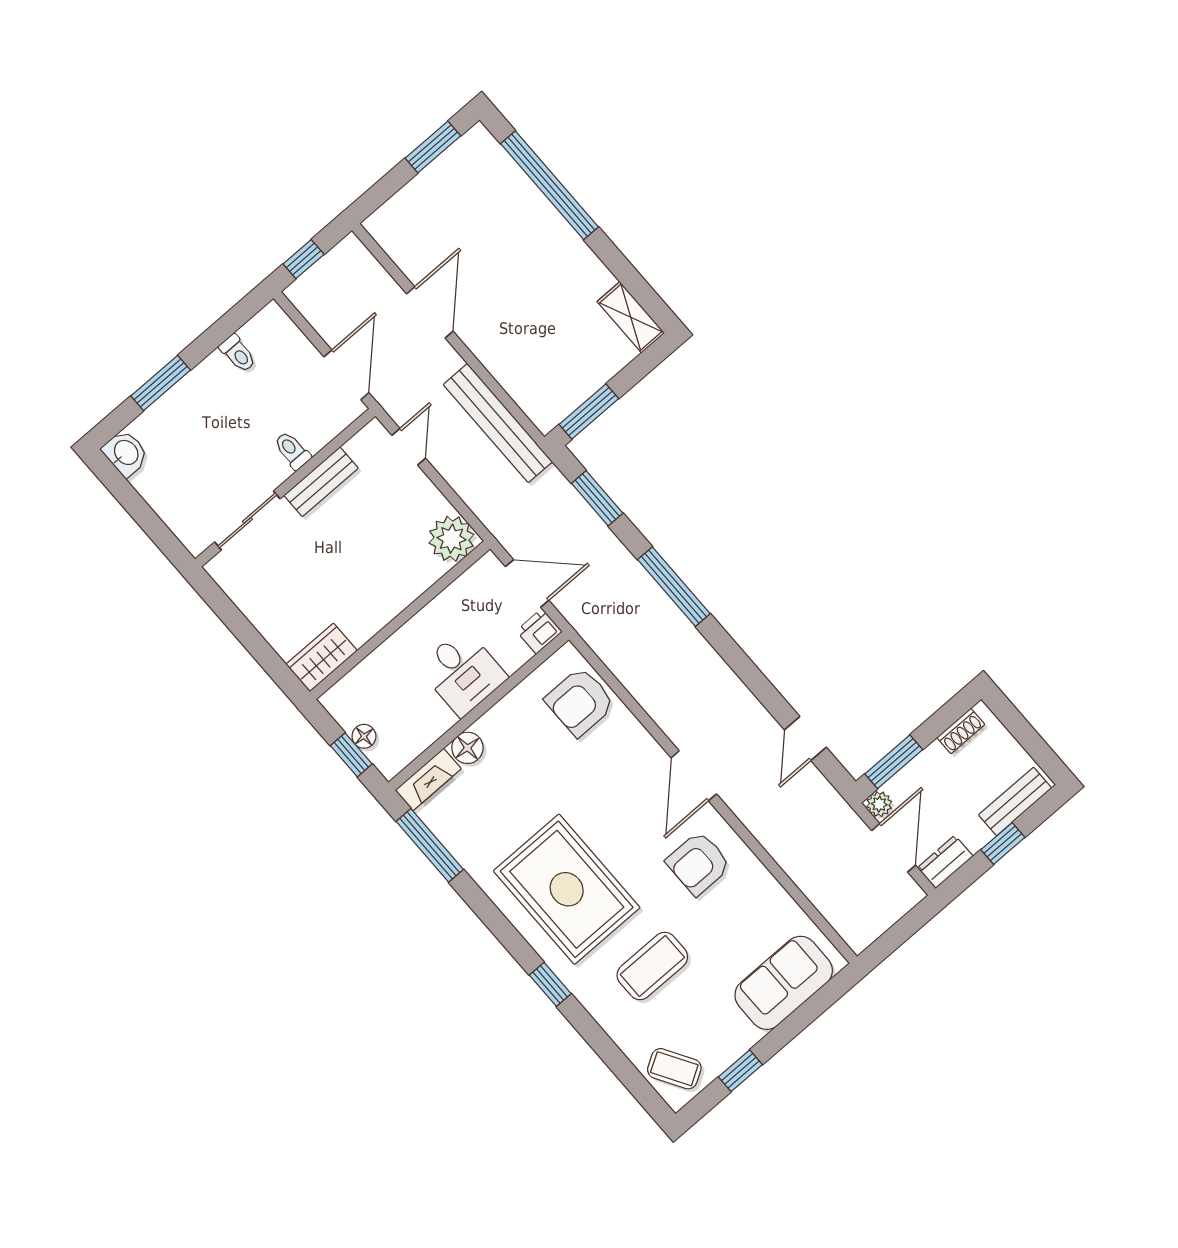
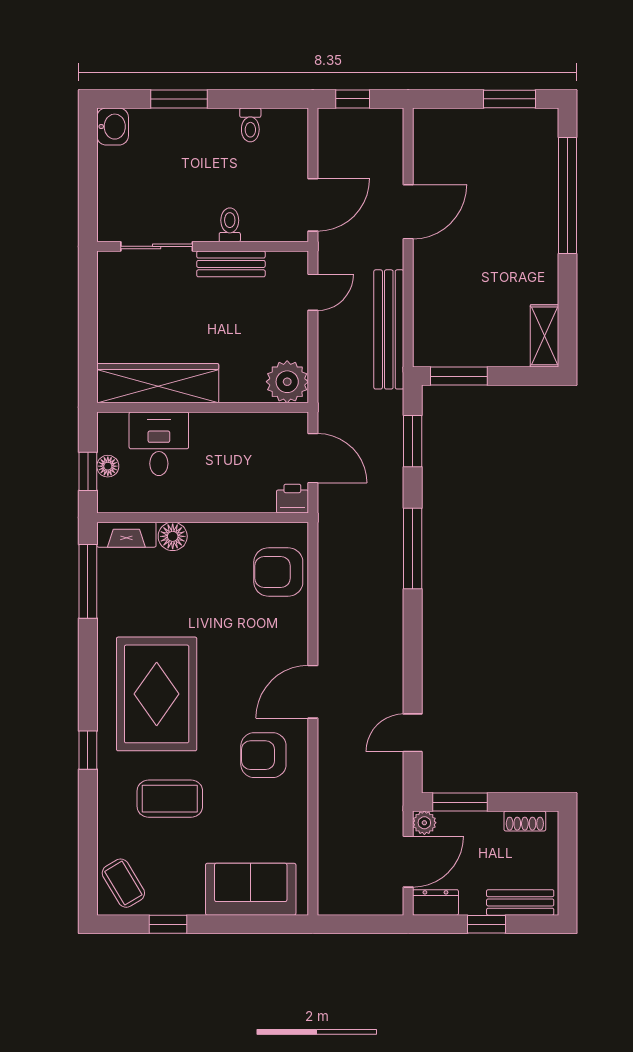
wardrobe: (322, 657) -> (158, 383), width x2.10, depth x1.17
desk: (463, 672) -> (159, 444), moved, turned 180

